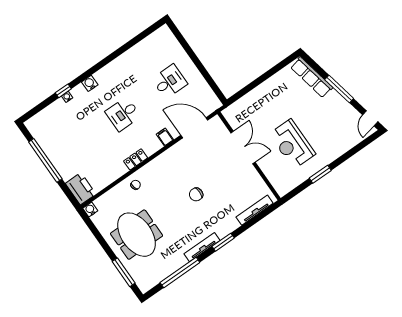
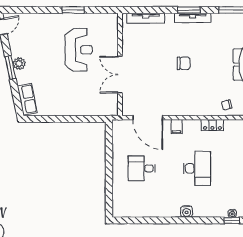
row of seats: (312, 77) -> (27, 99), width x0.68
water cooler: (90, 83) -> (187, 212), moved
window: (339, 89) -> (10, 67), width x0.69
plant: (334, 97) -> (19, 64), added
desk: (123, 114) -> (197, 168), width x1.37
tv unit: (202, 247) -> (193, 18), moved

